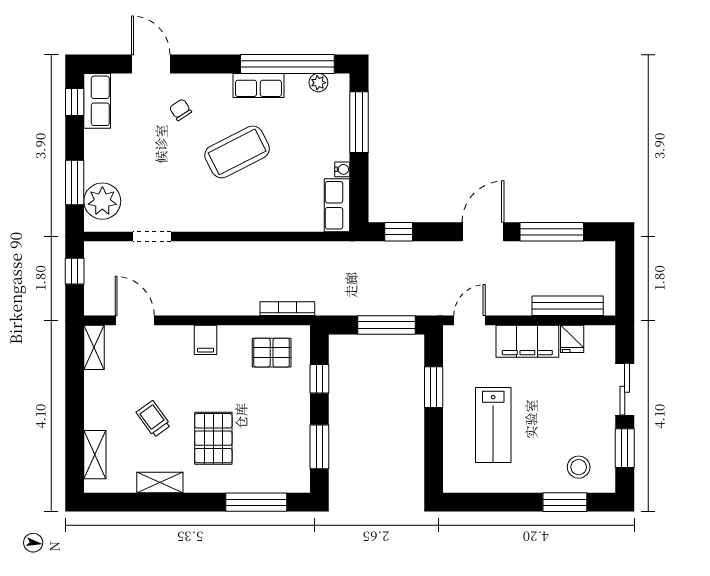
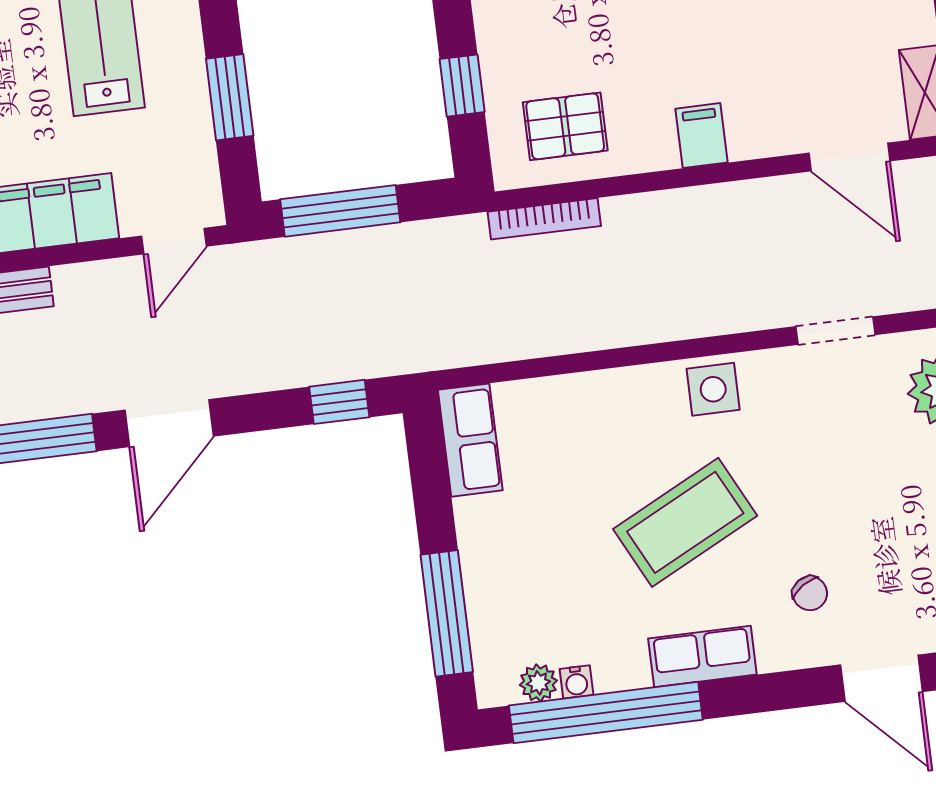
row of seats: (258, 85) -> (702, 657), moved
water cooler: (342, 169) -> (576, 682), moved, turned -90
side table: (215, 215) -> (713, 389), added

